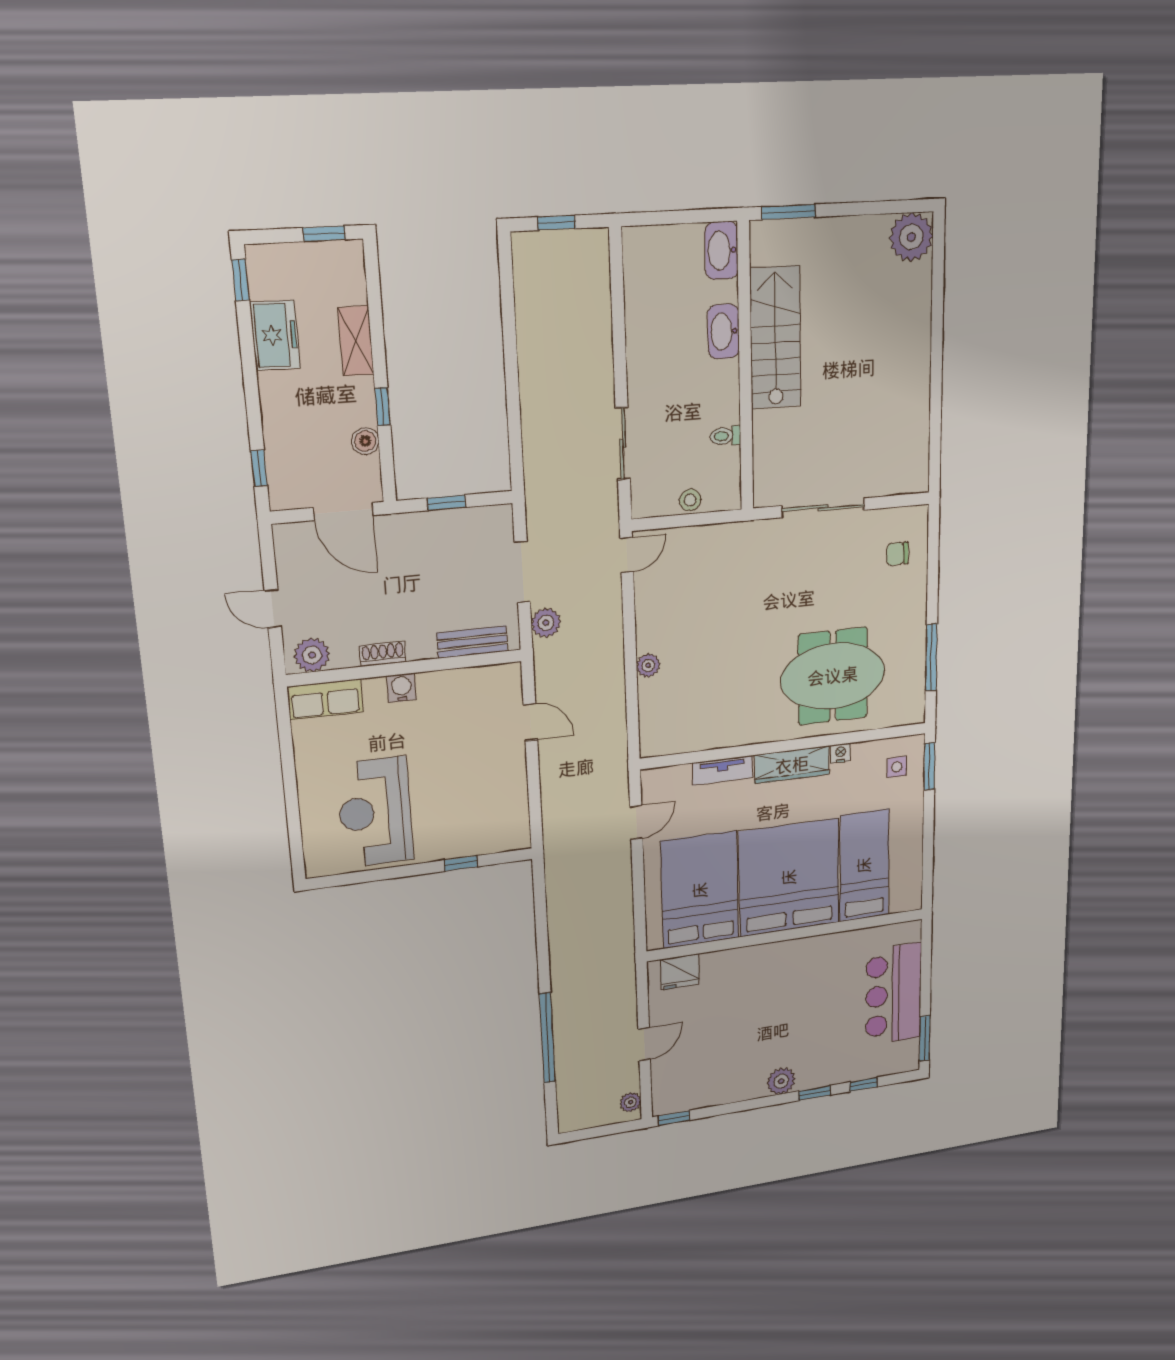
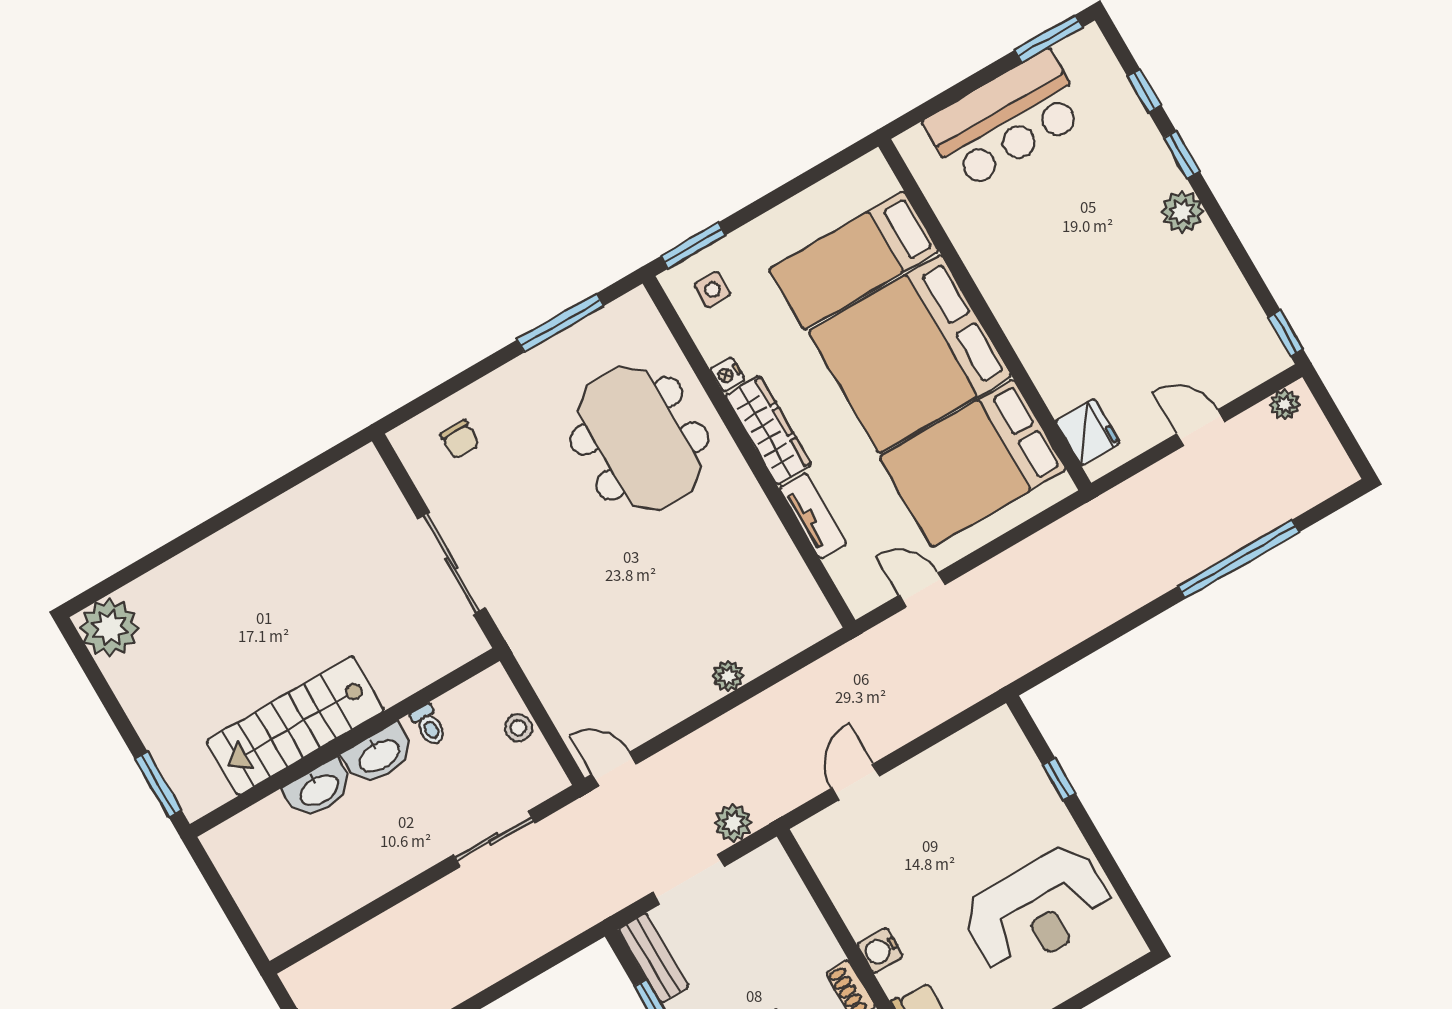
washbasin: (721, 250) -> (379, 755), moved
bench: (472, 642) -> (653, 958), moved

